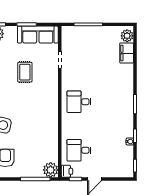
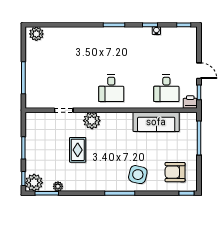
sofa: (38, 35) -> (156, 122), moved, turned 90
filing cabinet: (127, 53) -> (56, 34), removed
rug: (25, 72) -> (78, 150), turned 90
plant: (51, 170) -> (92, 121), moved

